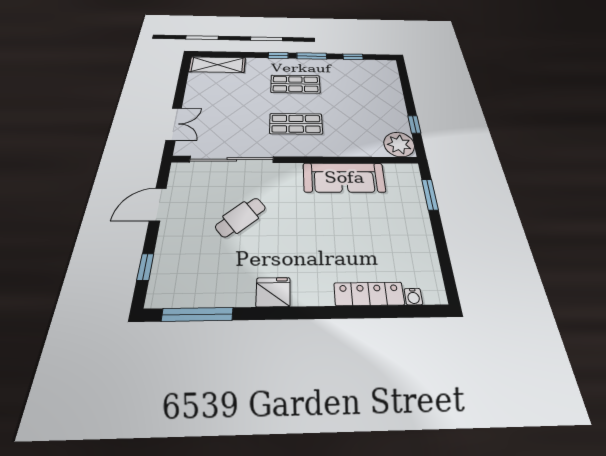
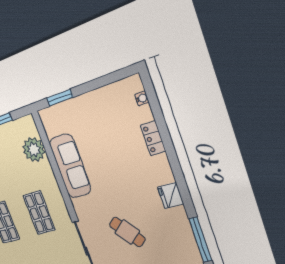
plant: (399, 144) -> (34, 149), moved
locker: (369, 294) -> (153, 138), width x0.66

